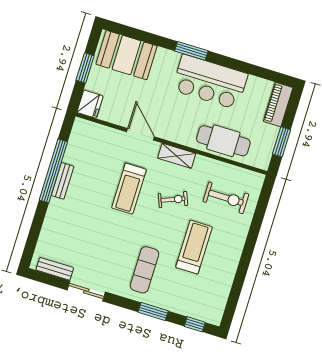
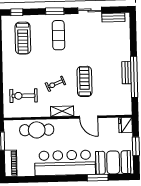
window: (191, 51) -> (98, 178), moved
bar counter: (210, 82) -> (65, 163), width x1.36
treadmill: (194, 247) -> (23, 38), moved
window: (153, 312) -> (55, 11), moved

